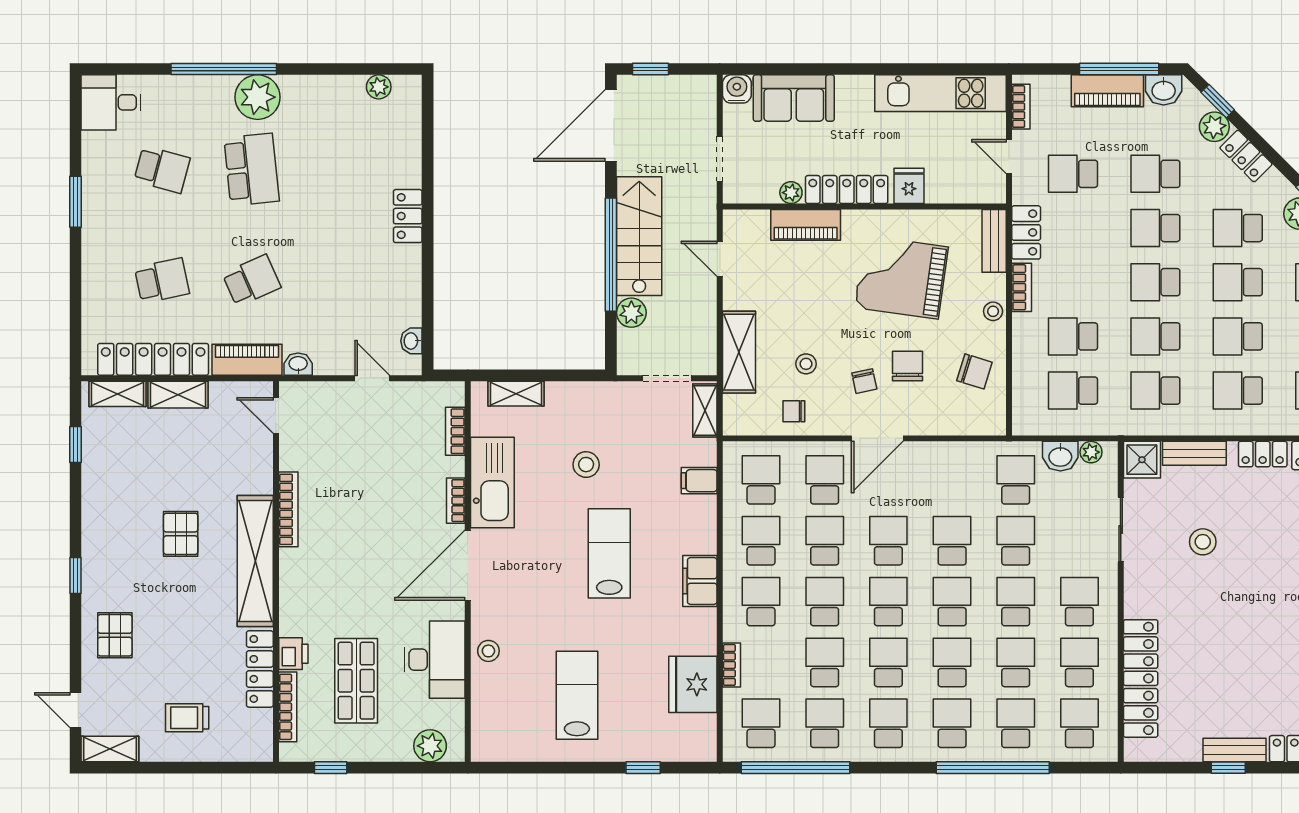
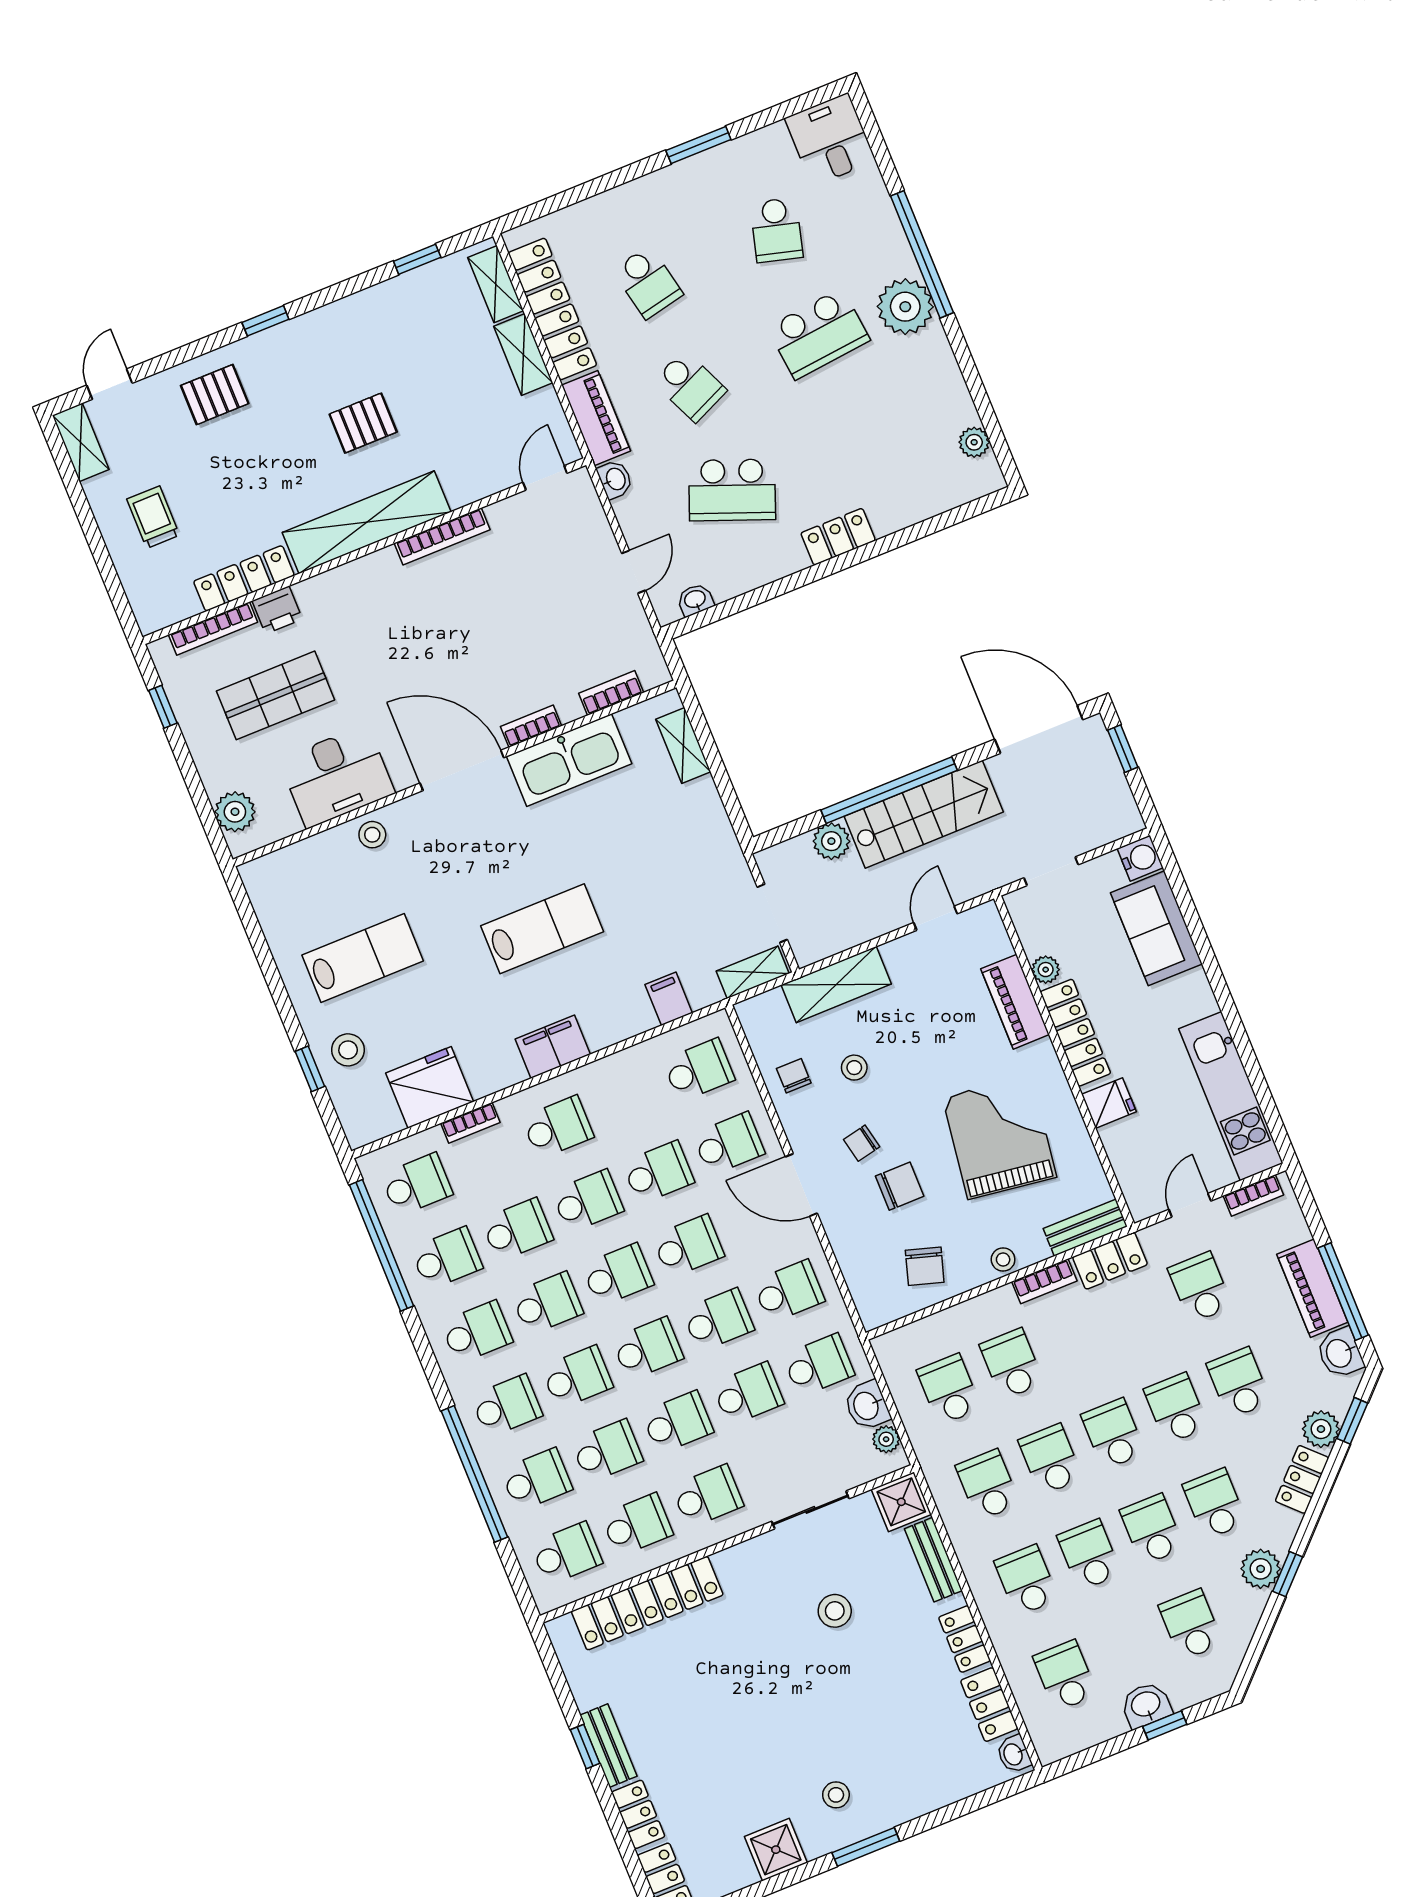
school desk: (341, 281) -> (732, 490), added
stool: (586, 465) -> (348, 1050), moved
school desk: (761, 541) -> (789, 1291), moved

